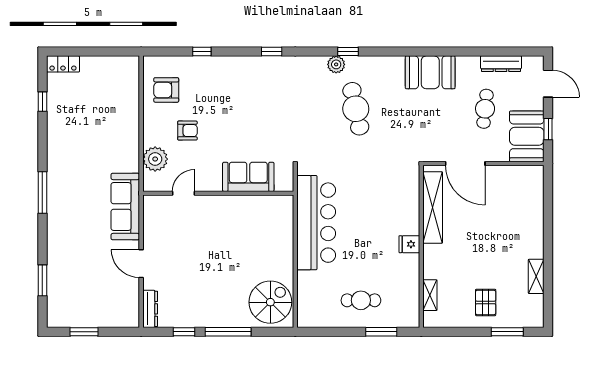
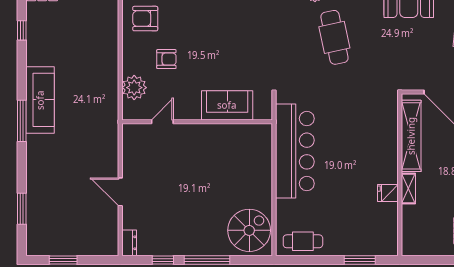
sofa: (125, 207) -> (40, 100), moved, turned 180
fridge: (409, 244) -> (388, 193), moved
shelving: (430, 295) -> (408, 188), moved
cafe table: (361, 300) -> (303, 241), moved
dresser: (150, 309) -> (129, 243), width x0.70

